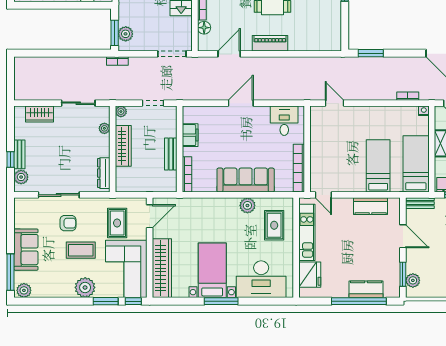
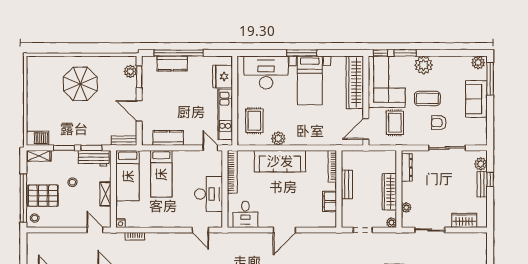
desk: (325, 143) -> (209, 194), added

